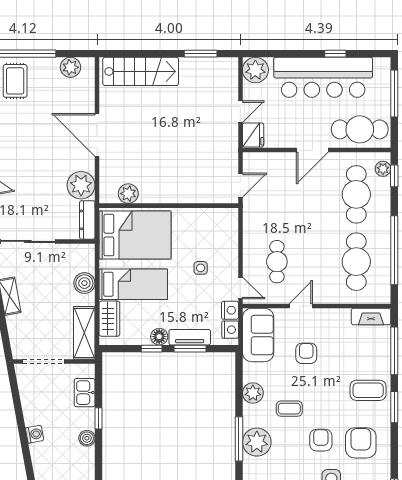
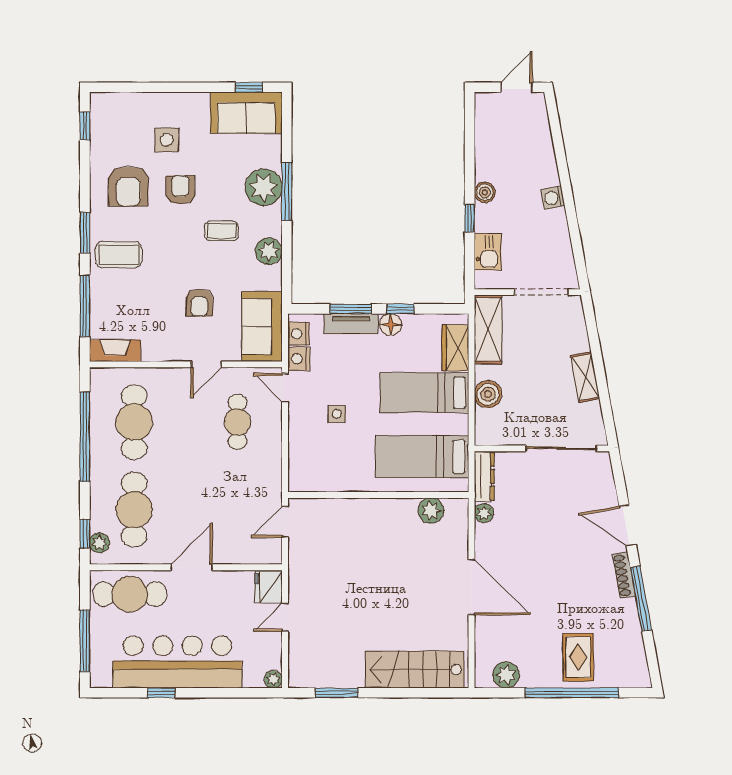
plant: (255, 70) -> (273, 679), width x0.53, depth x0.53
plant: (81, 185) -> (484, 513), width x0.53, depth x0.53
bed: (135, 235) -> (422, 457), width x0.67
armchair: (321, 440) -> (180, 190), turned 180

